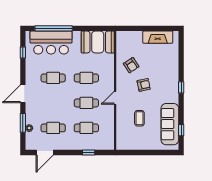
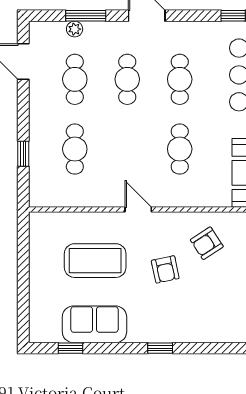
cafe table: (86, 103) -> (127, 79), moved
coffee table: (139, 118) -> (95, 261), width x1.86, depth x1.72
sofa: (170, 124) -> (94, 324), width x0.73

